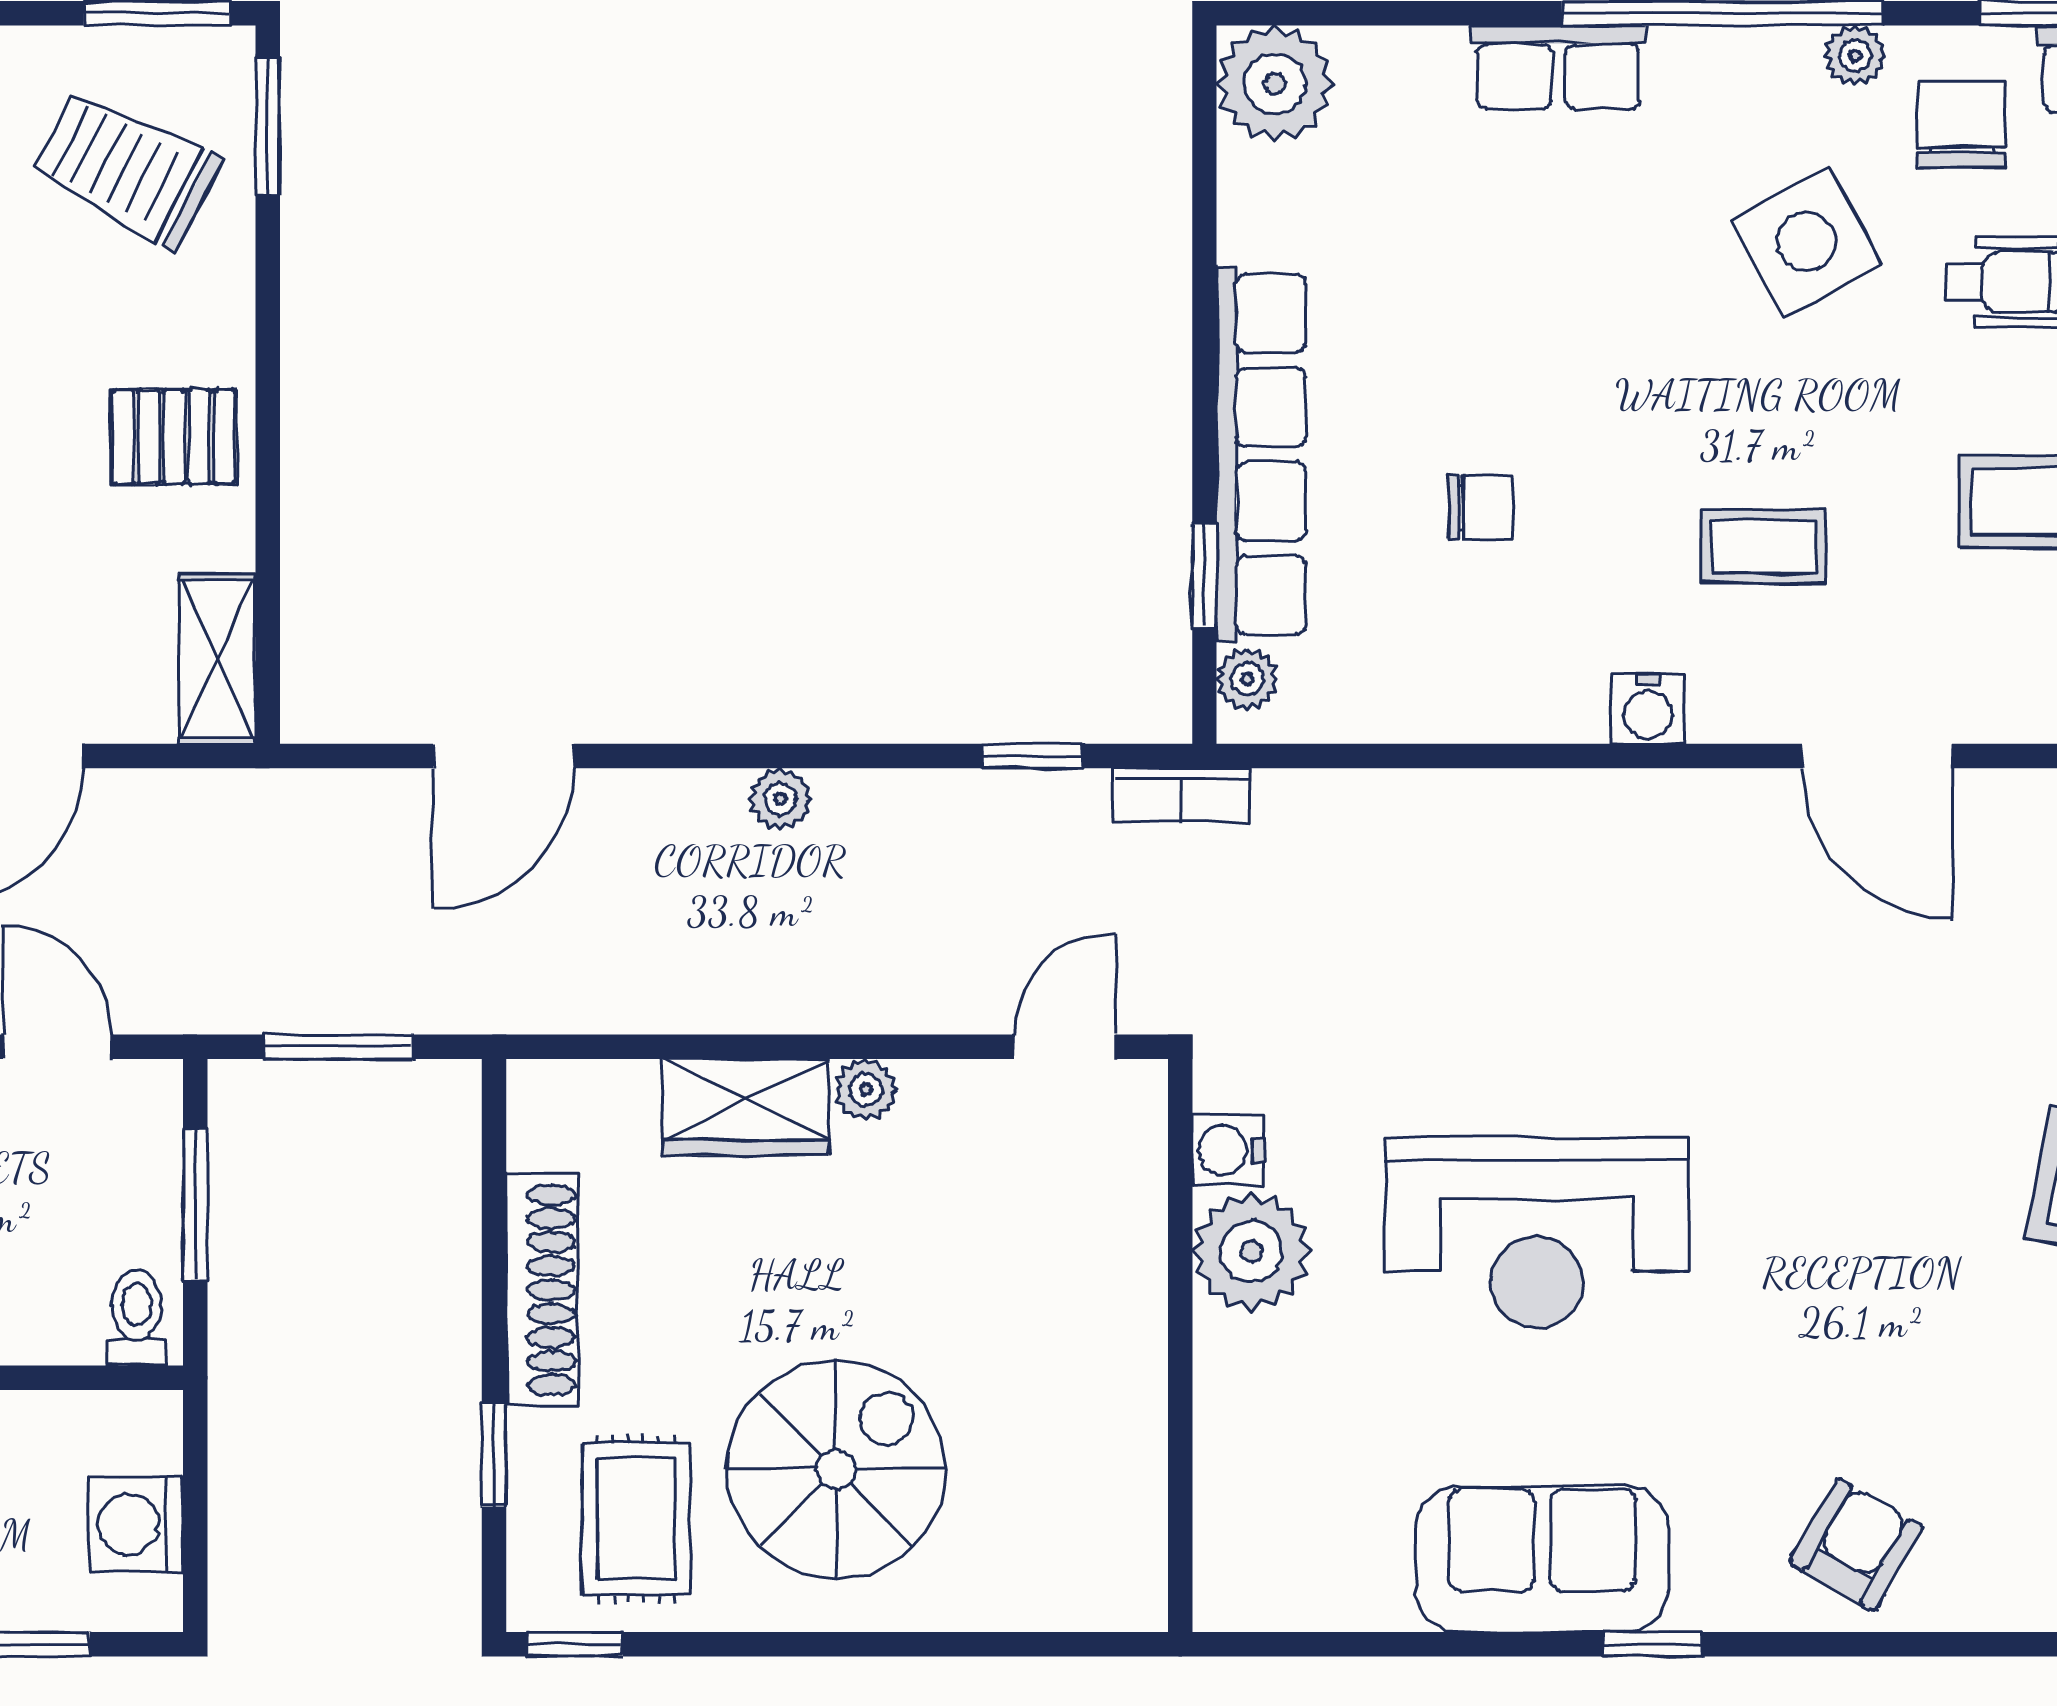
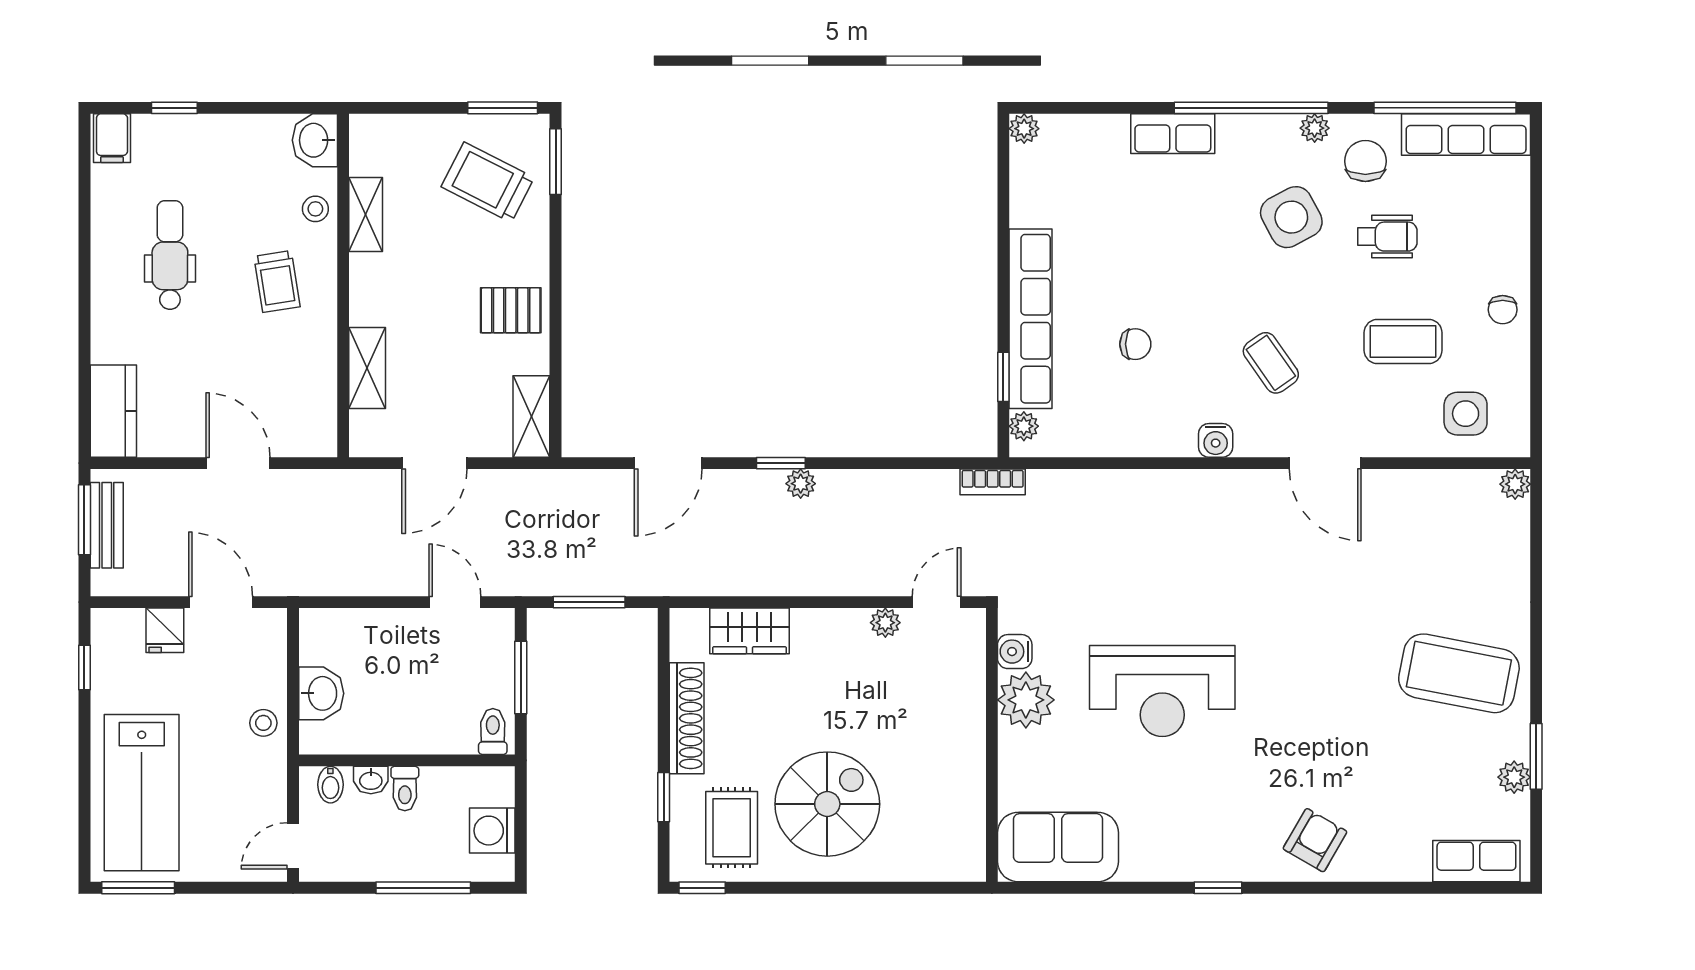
plant: (1275, 84) -> (1024, 129), width x0.53, depth x0.53
coffee table: (1764, 547) -> (1271, 363), turned 55
window: (1032, 756) -> (781, 463), moved
plant: (866, 1090) -> (885, 623), moved
wardrobe: (746, 1107) -> (749, 631), moved
sofa: (1542, 1559) -> (1058, 847), moved

